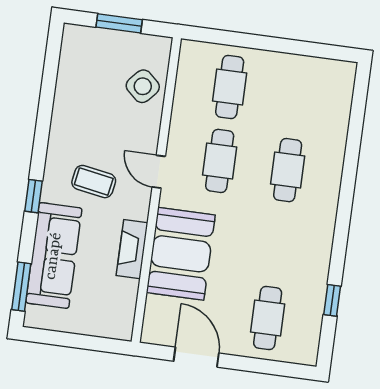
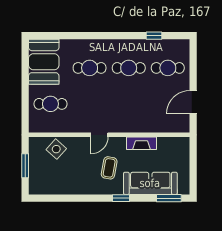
cafe table: (220, 161) -> (129, 68), moved
booth: (181, 254) -> (44, 62), moved, turned 90

